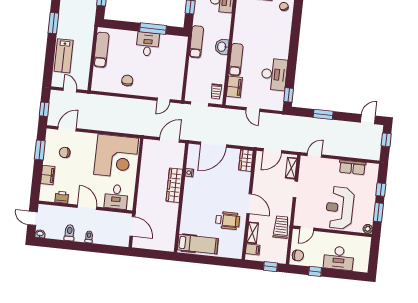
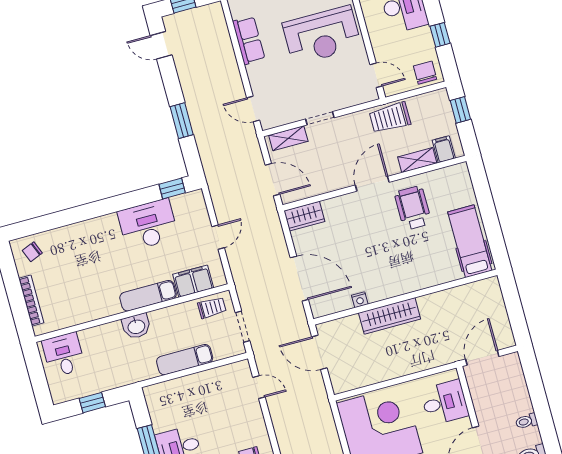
exam couch: (196, 42) -> (185, 360), moved

